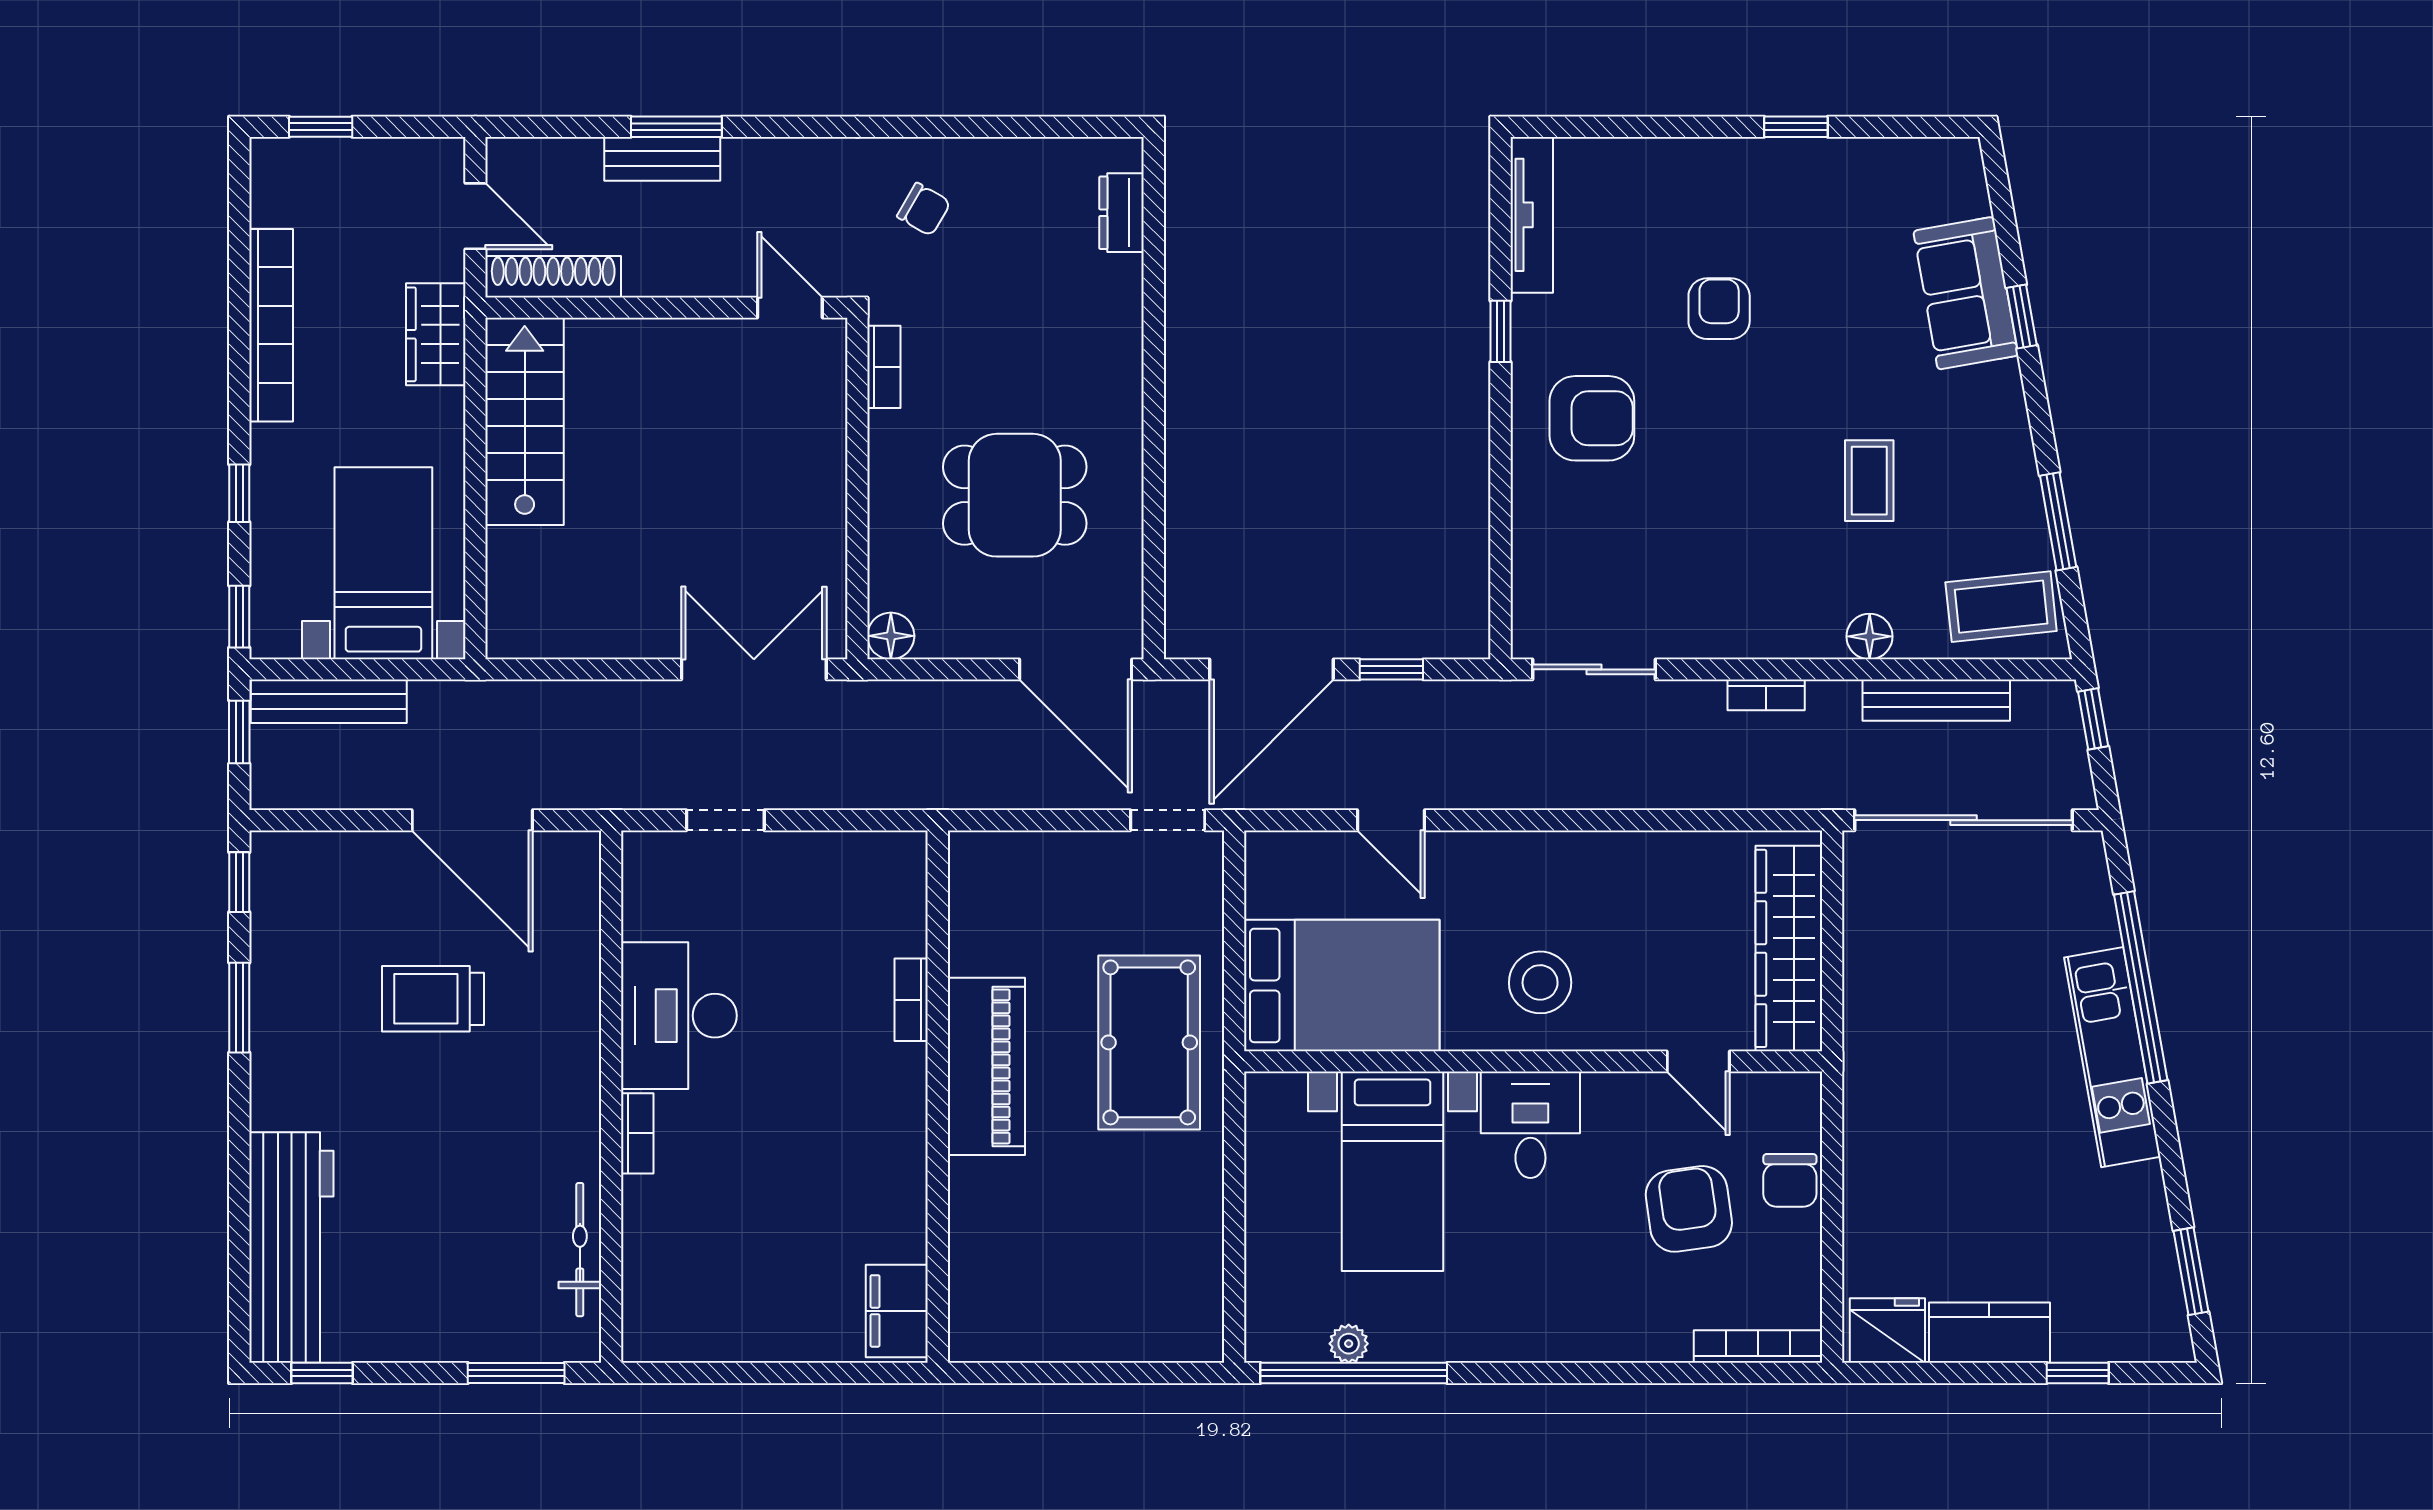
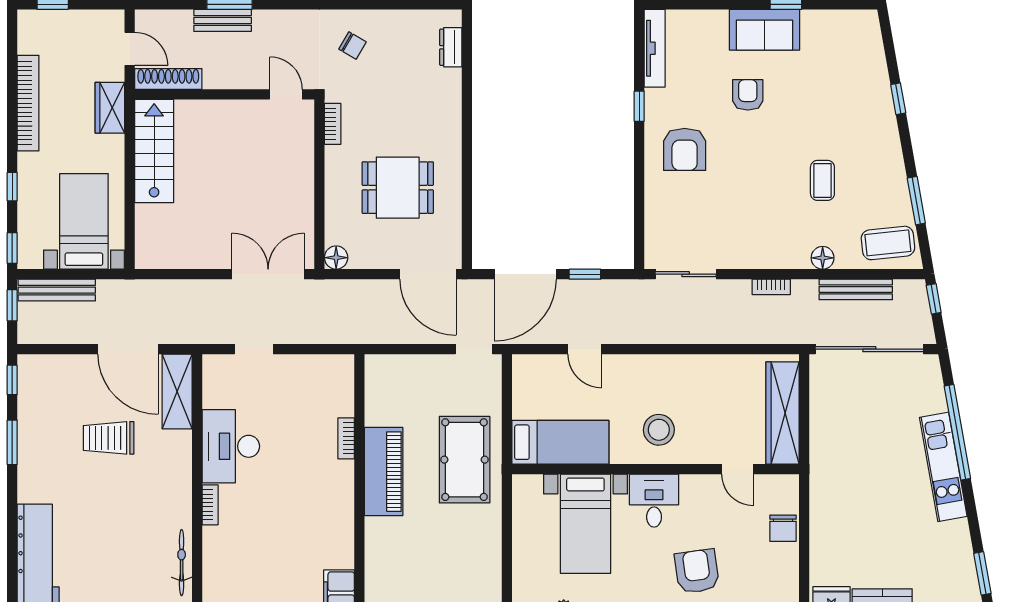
sofa: (1966, 293) -> (764, 30), moved, turned -80
armchair: (1592, 418) -> (685, 149), turned 90
shelving: (571, 906) -> (177, 392), added
bed: (1342, 985) -> (560, 442), width x0.67
armchair: (1689, 1209) -> (697, 571), moved

